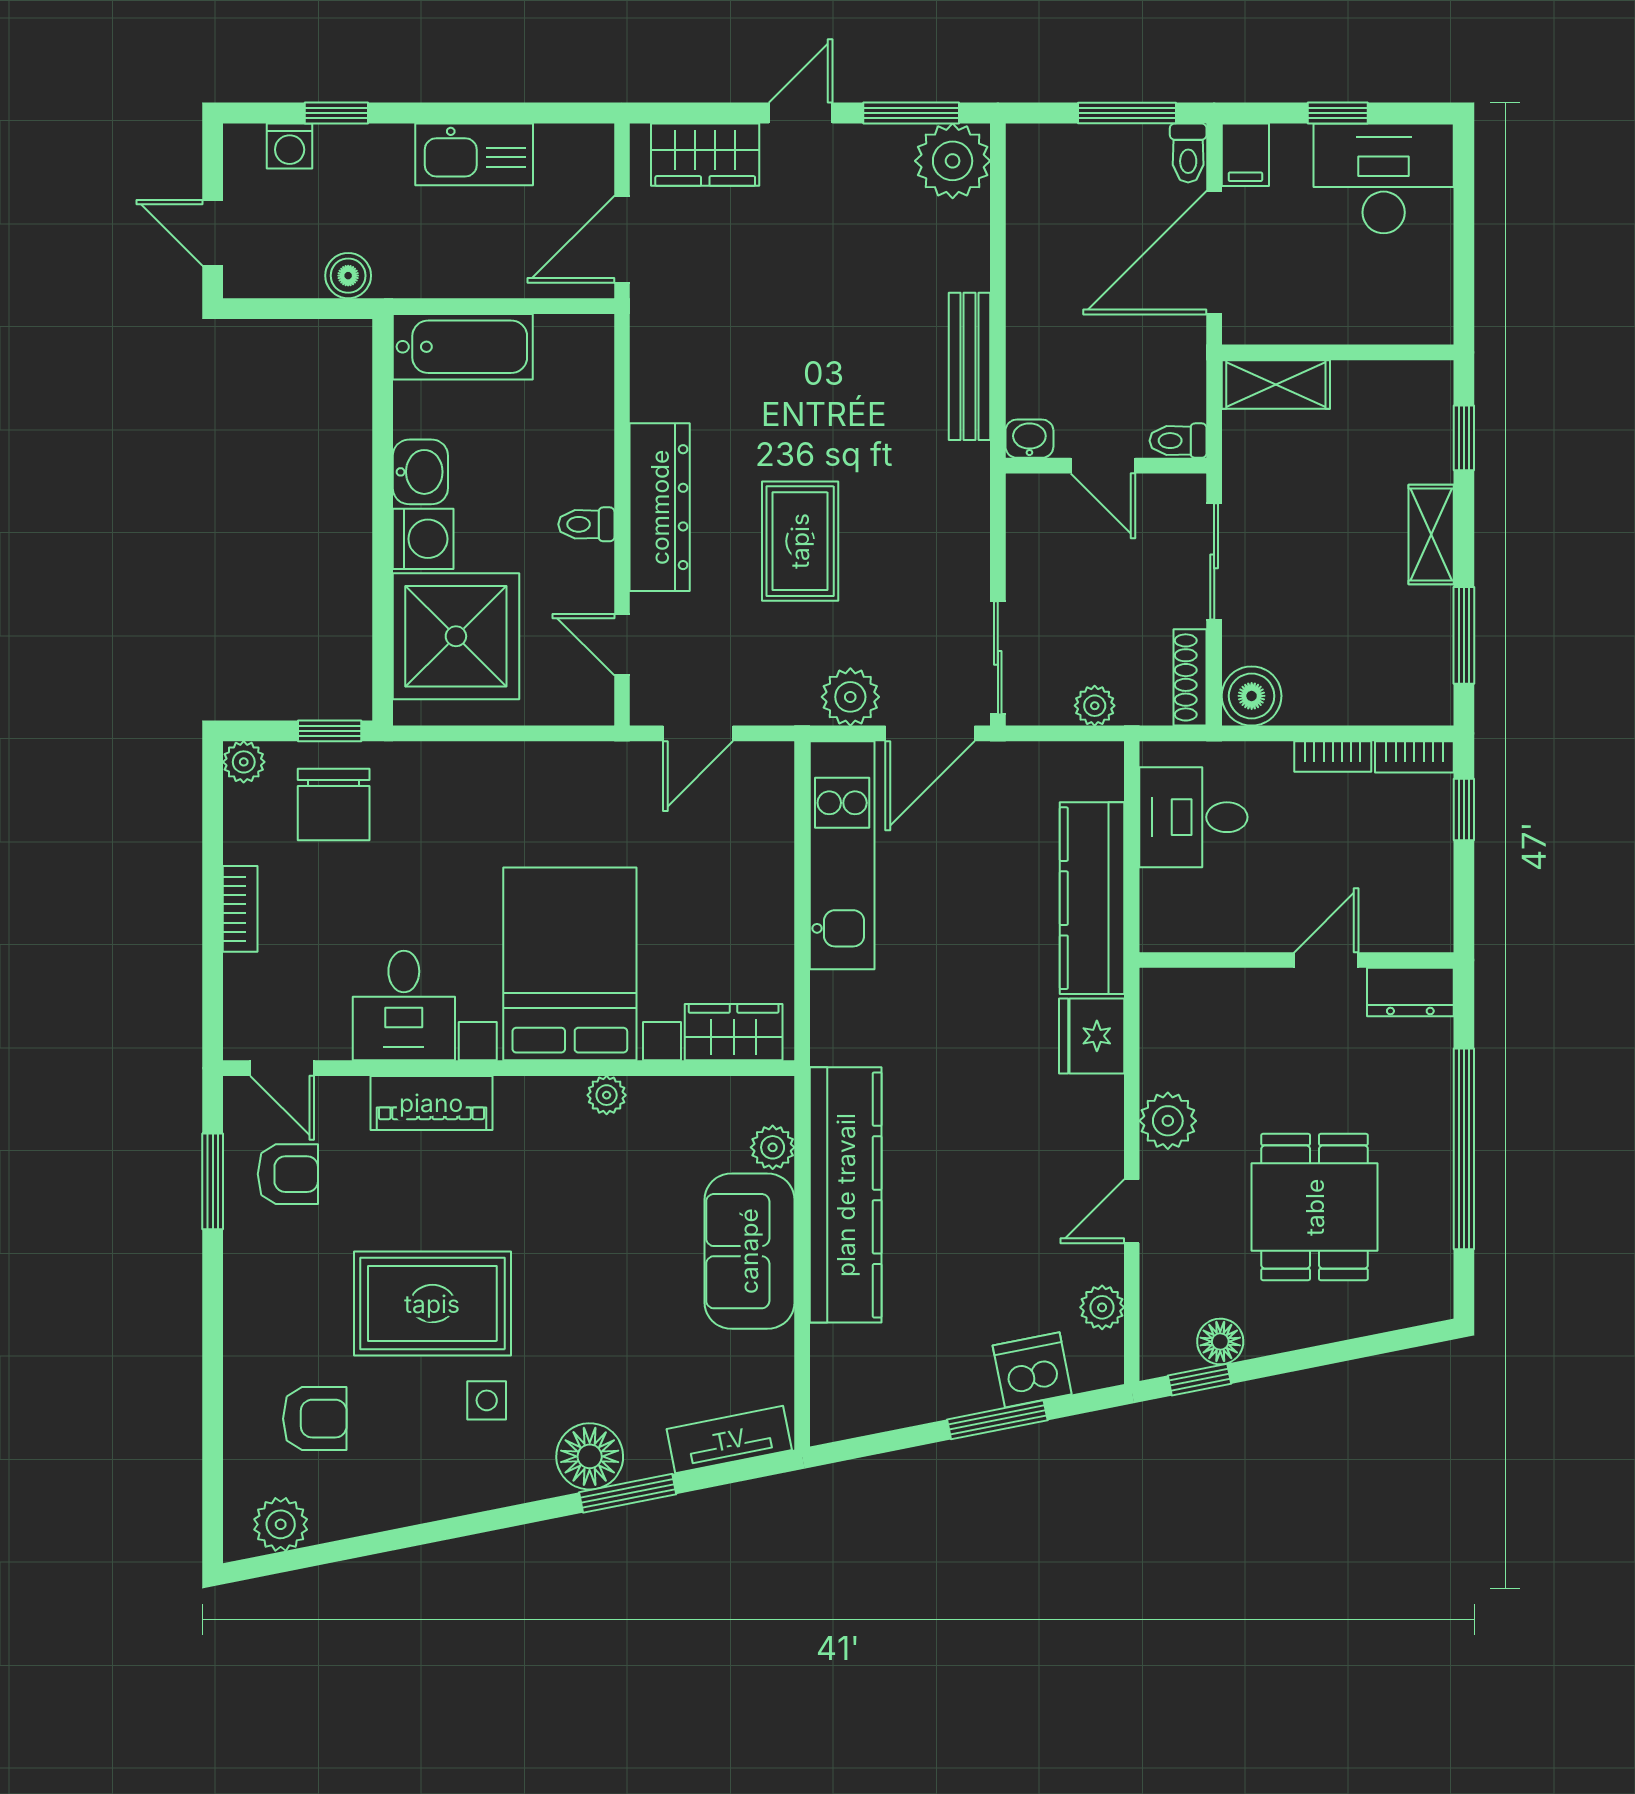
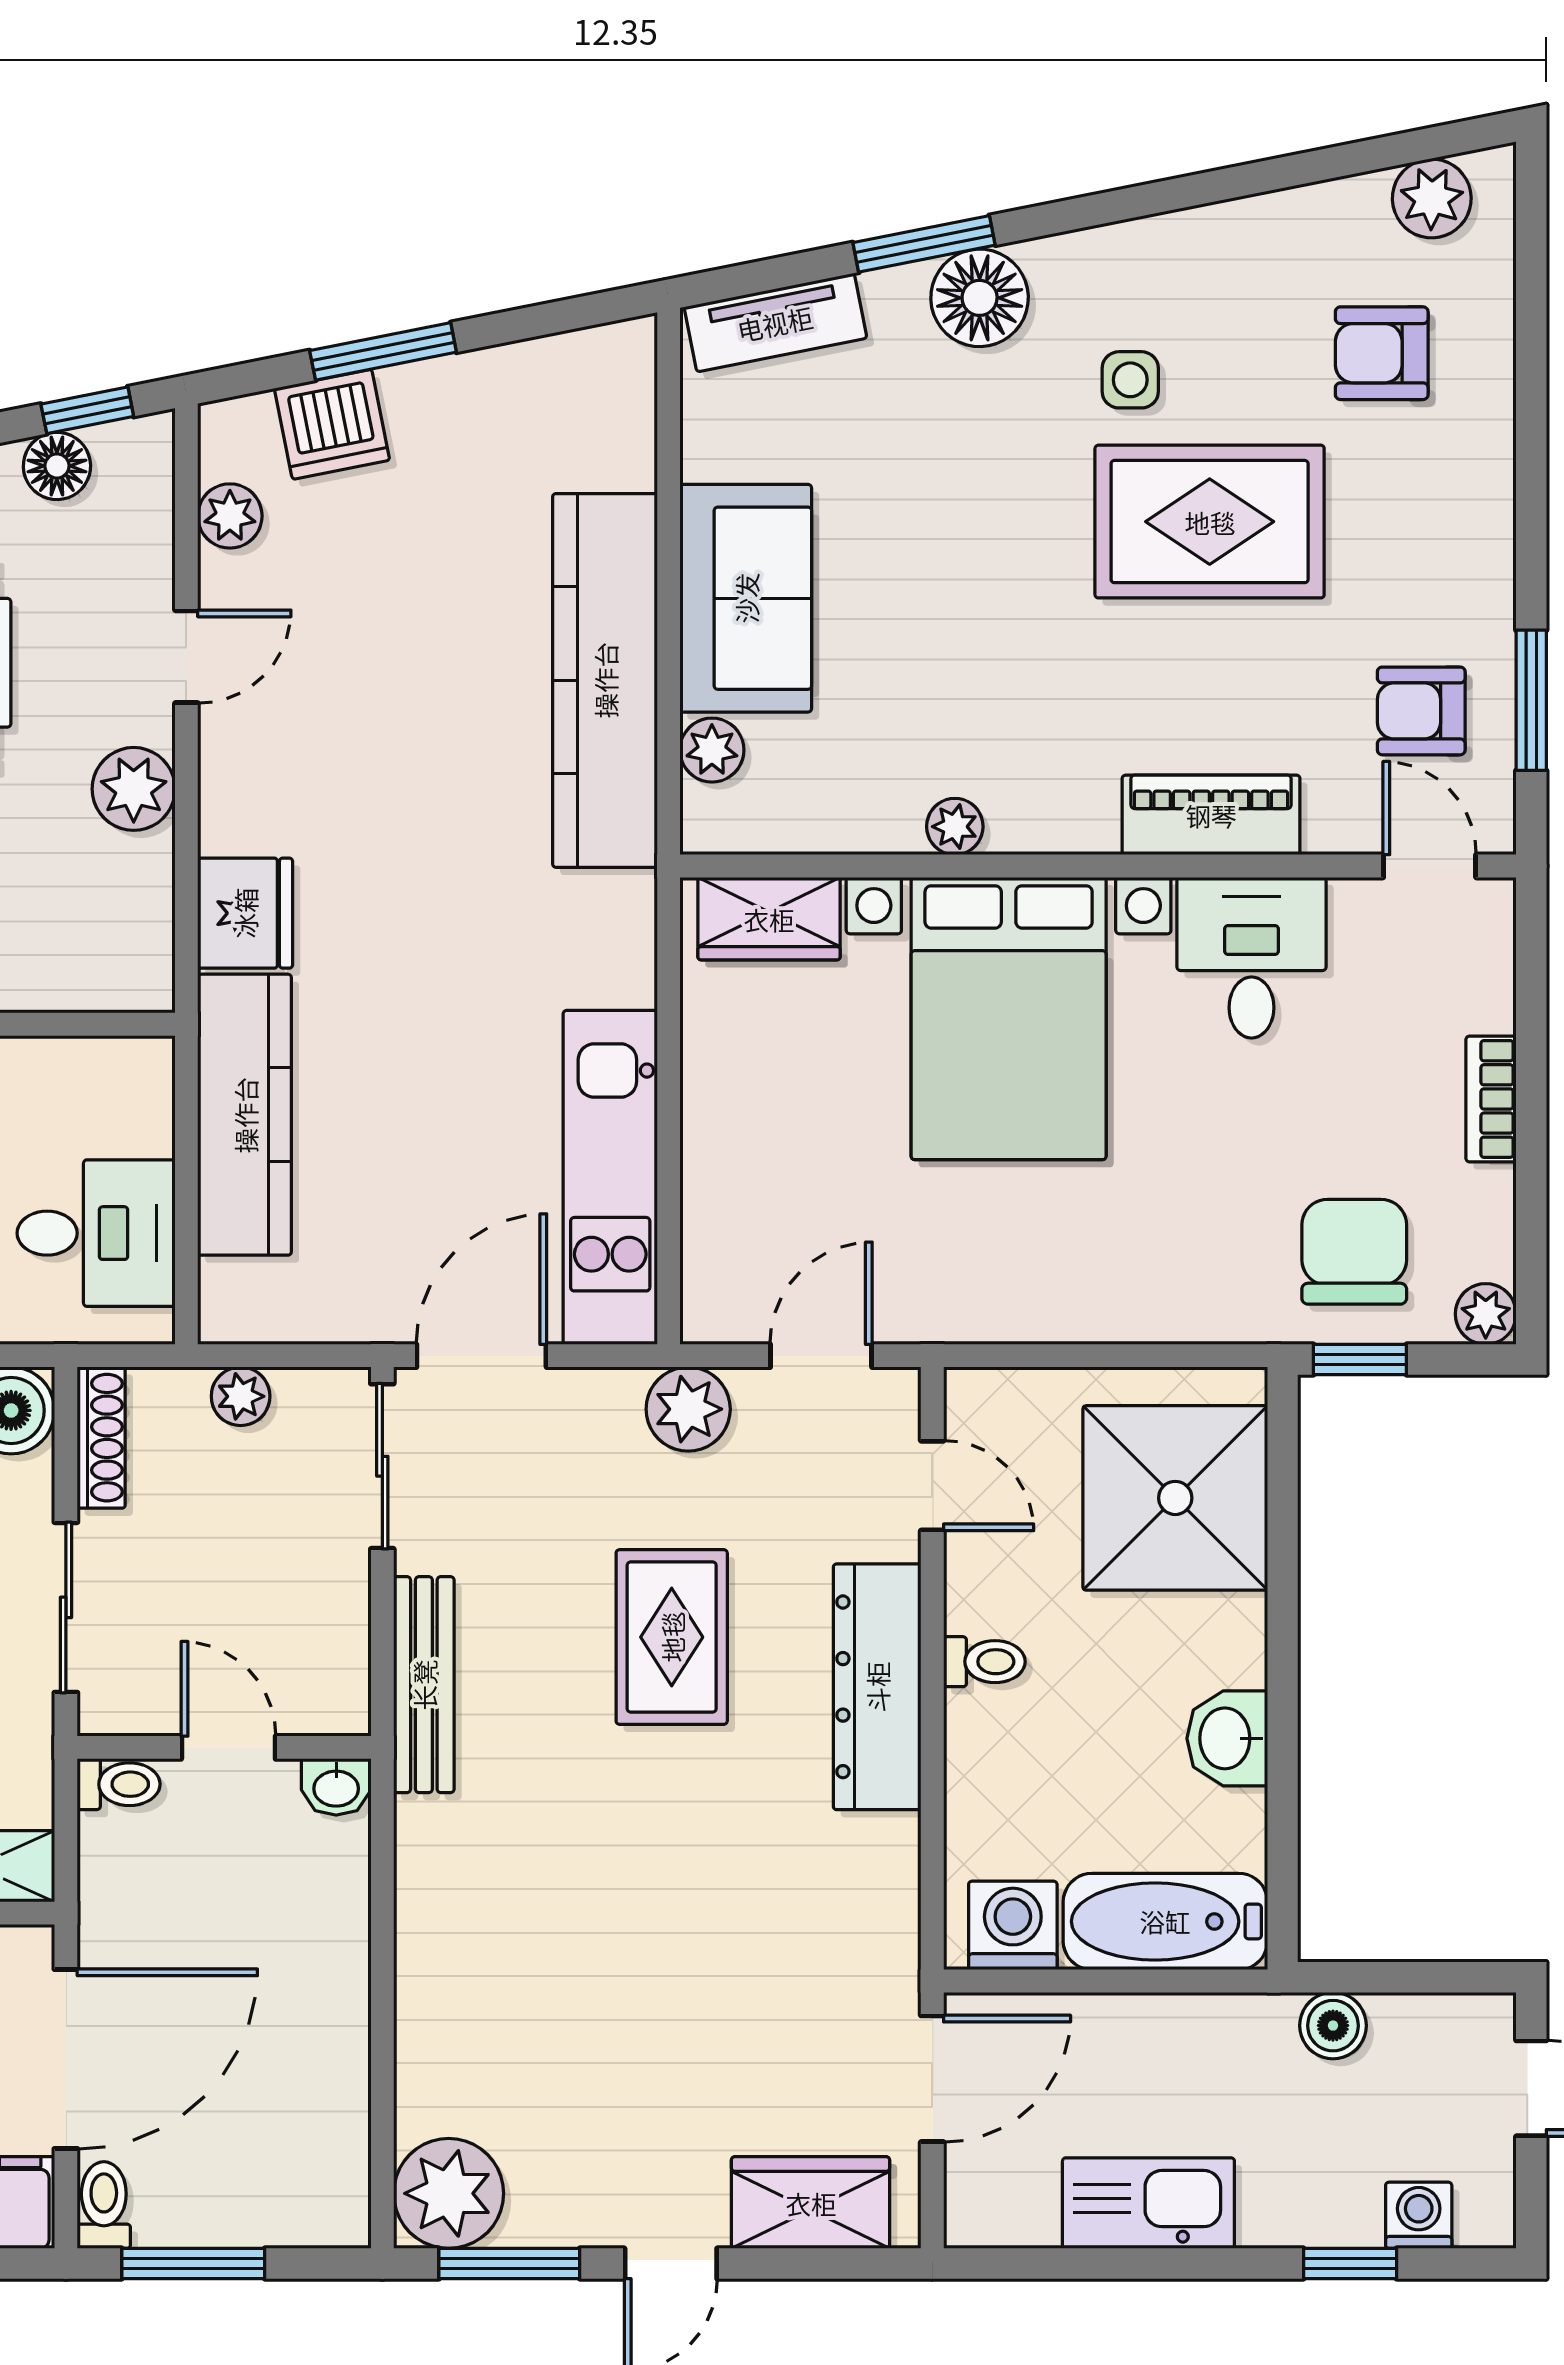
bench: (969, 366) -> (424, 1685), moved
washing machine: (423, 539) -> (1013, 1925), moved, turned 90
plant: (850, 697) -> (688, 1409), moved

